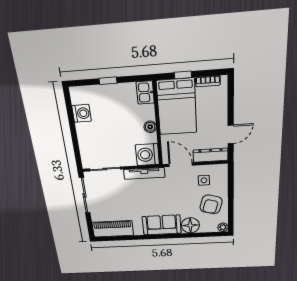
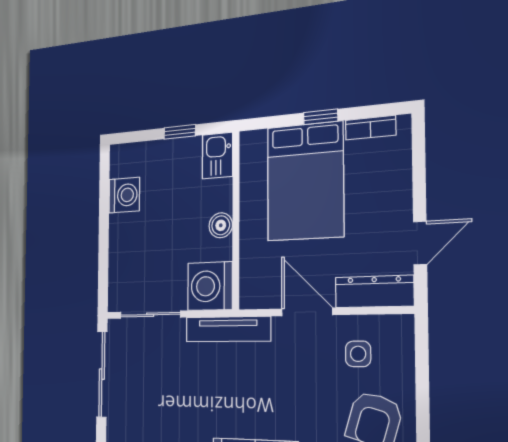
kitchen sink: (145, 93) -> (217, 156), moved
wall: (158, 124) -> (236, 220), moved
boiler: (150, 127) -> (221, 225), moved
washing machine: (147, 155) -> (210, 286), moved

